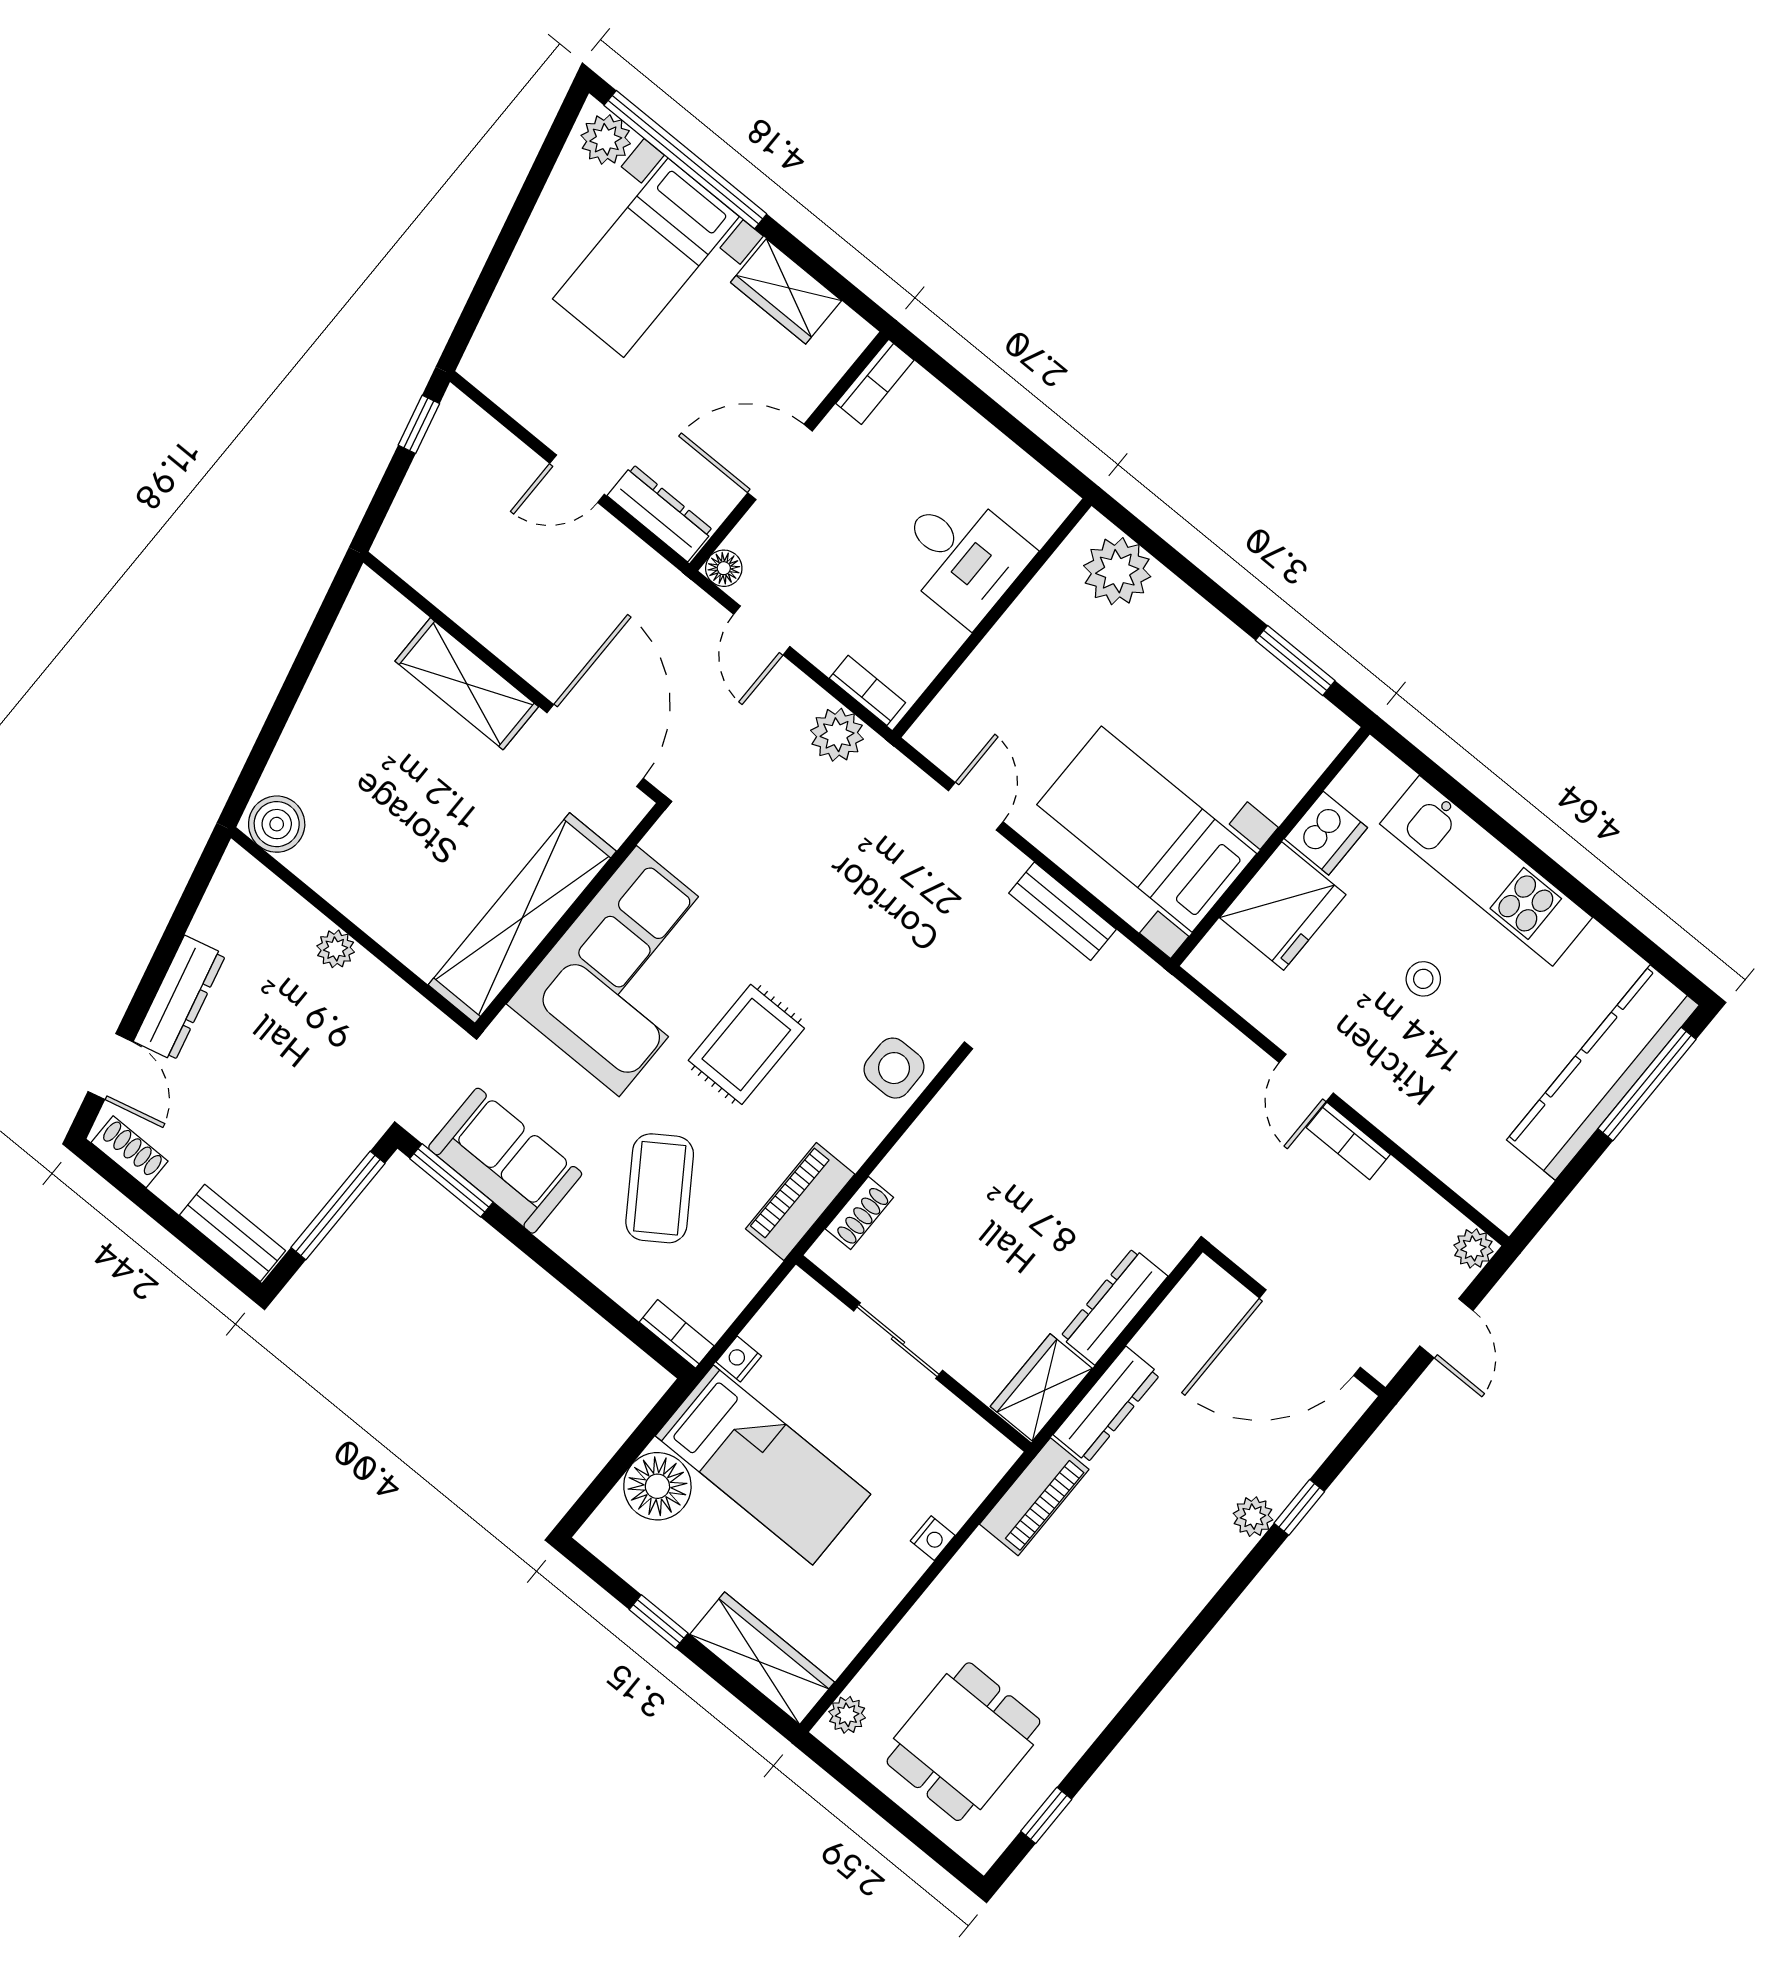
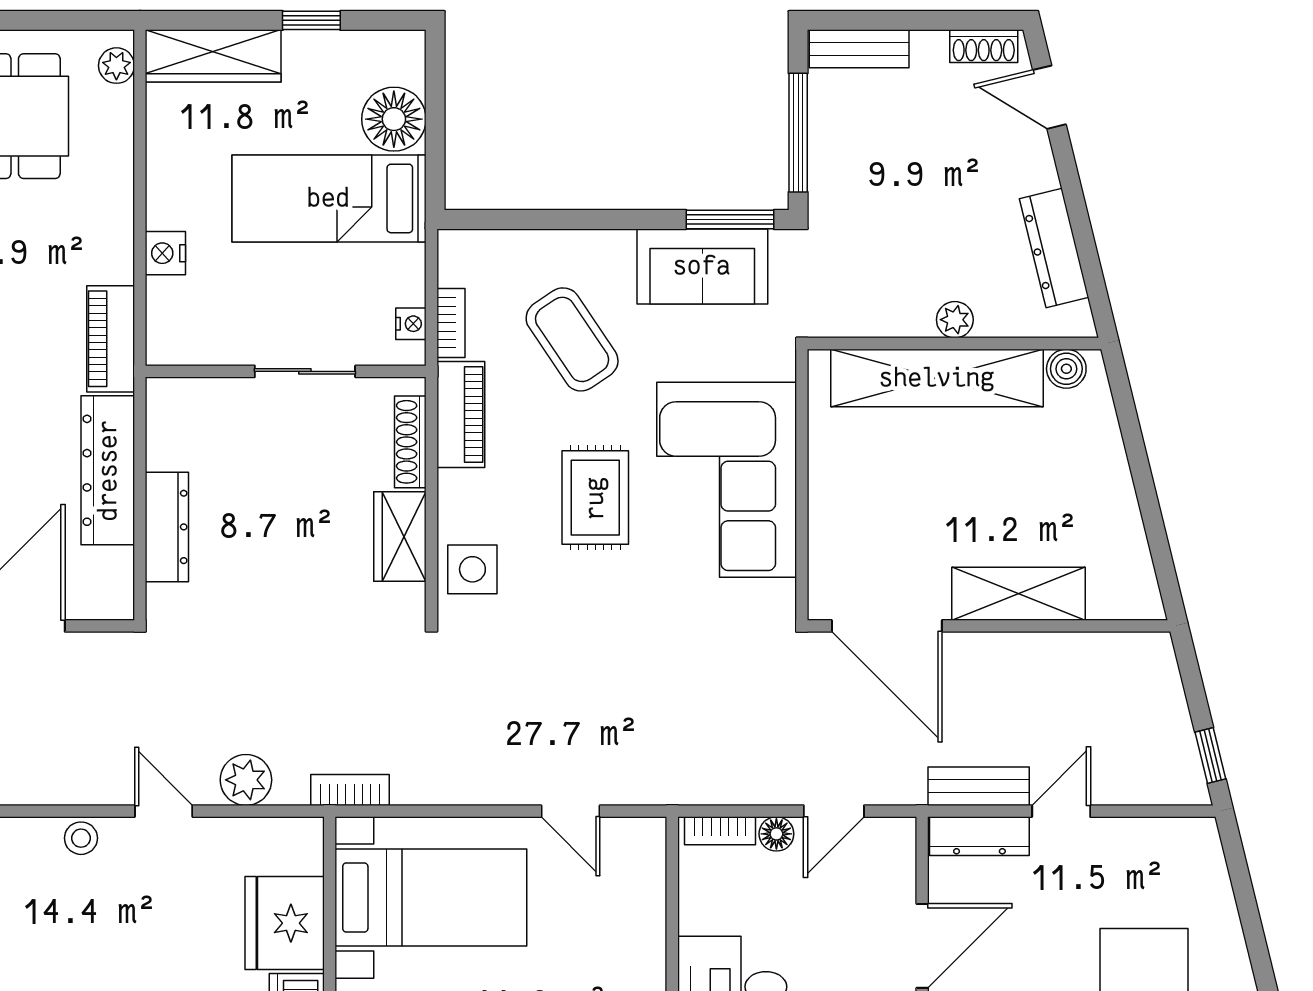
floor lamp: (724, 568) -> (776, 834), moved
door: (762, 630) -> (834, 811), swing flipped
plant: (837, 735) -> (246, 780), moved
boiler: (277, 824) -> (1066, 369), width x0.73, depth x0.73
bench: (1062, 911) -> (979, 786), moved
shelving: (522, 918) -> (937, 378), moved, turned 90
stool: (1423, 979) -> (81, 838), moved
dresser: (180, 998) -> (1054, 248), moved
bookcase: (1348, 1141) -> (350, 790), moved
shoe rack: (859, 1213) -> (410, 442), width x1.43
bookcase: (677, 1334) -> (451, 323), moved, turned -90
nightstand: (739, 1359) -> (411, 324), moved
wardrobe: (1041, 1387) -> (400, 536), moved, turned 180
dresser: (1107, 1405) -> (108, 470), width x1.37, depth x1.24
nightstand: (933, 1538) -> (165, 253), width x1.39, depth x1.35

